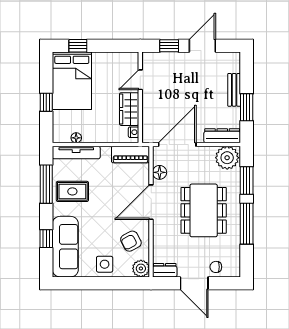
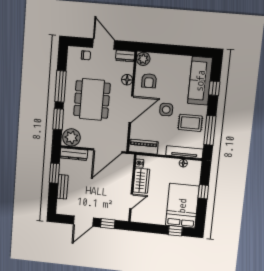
floor lamp: (160, 172) -> (127, 80), moved
armchair: (131, 241) -> (149, 81), turned 118
side table: (105, 264) -> (166, 110), moved

